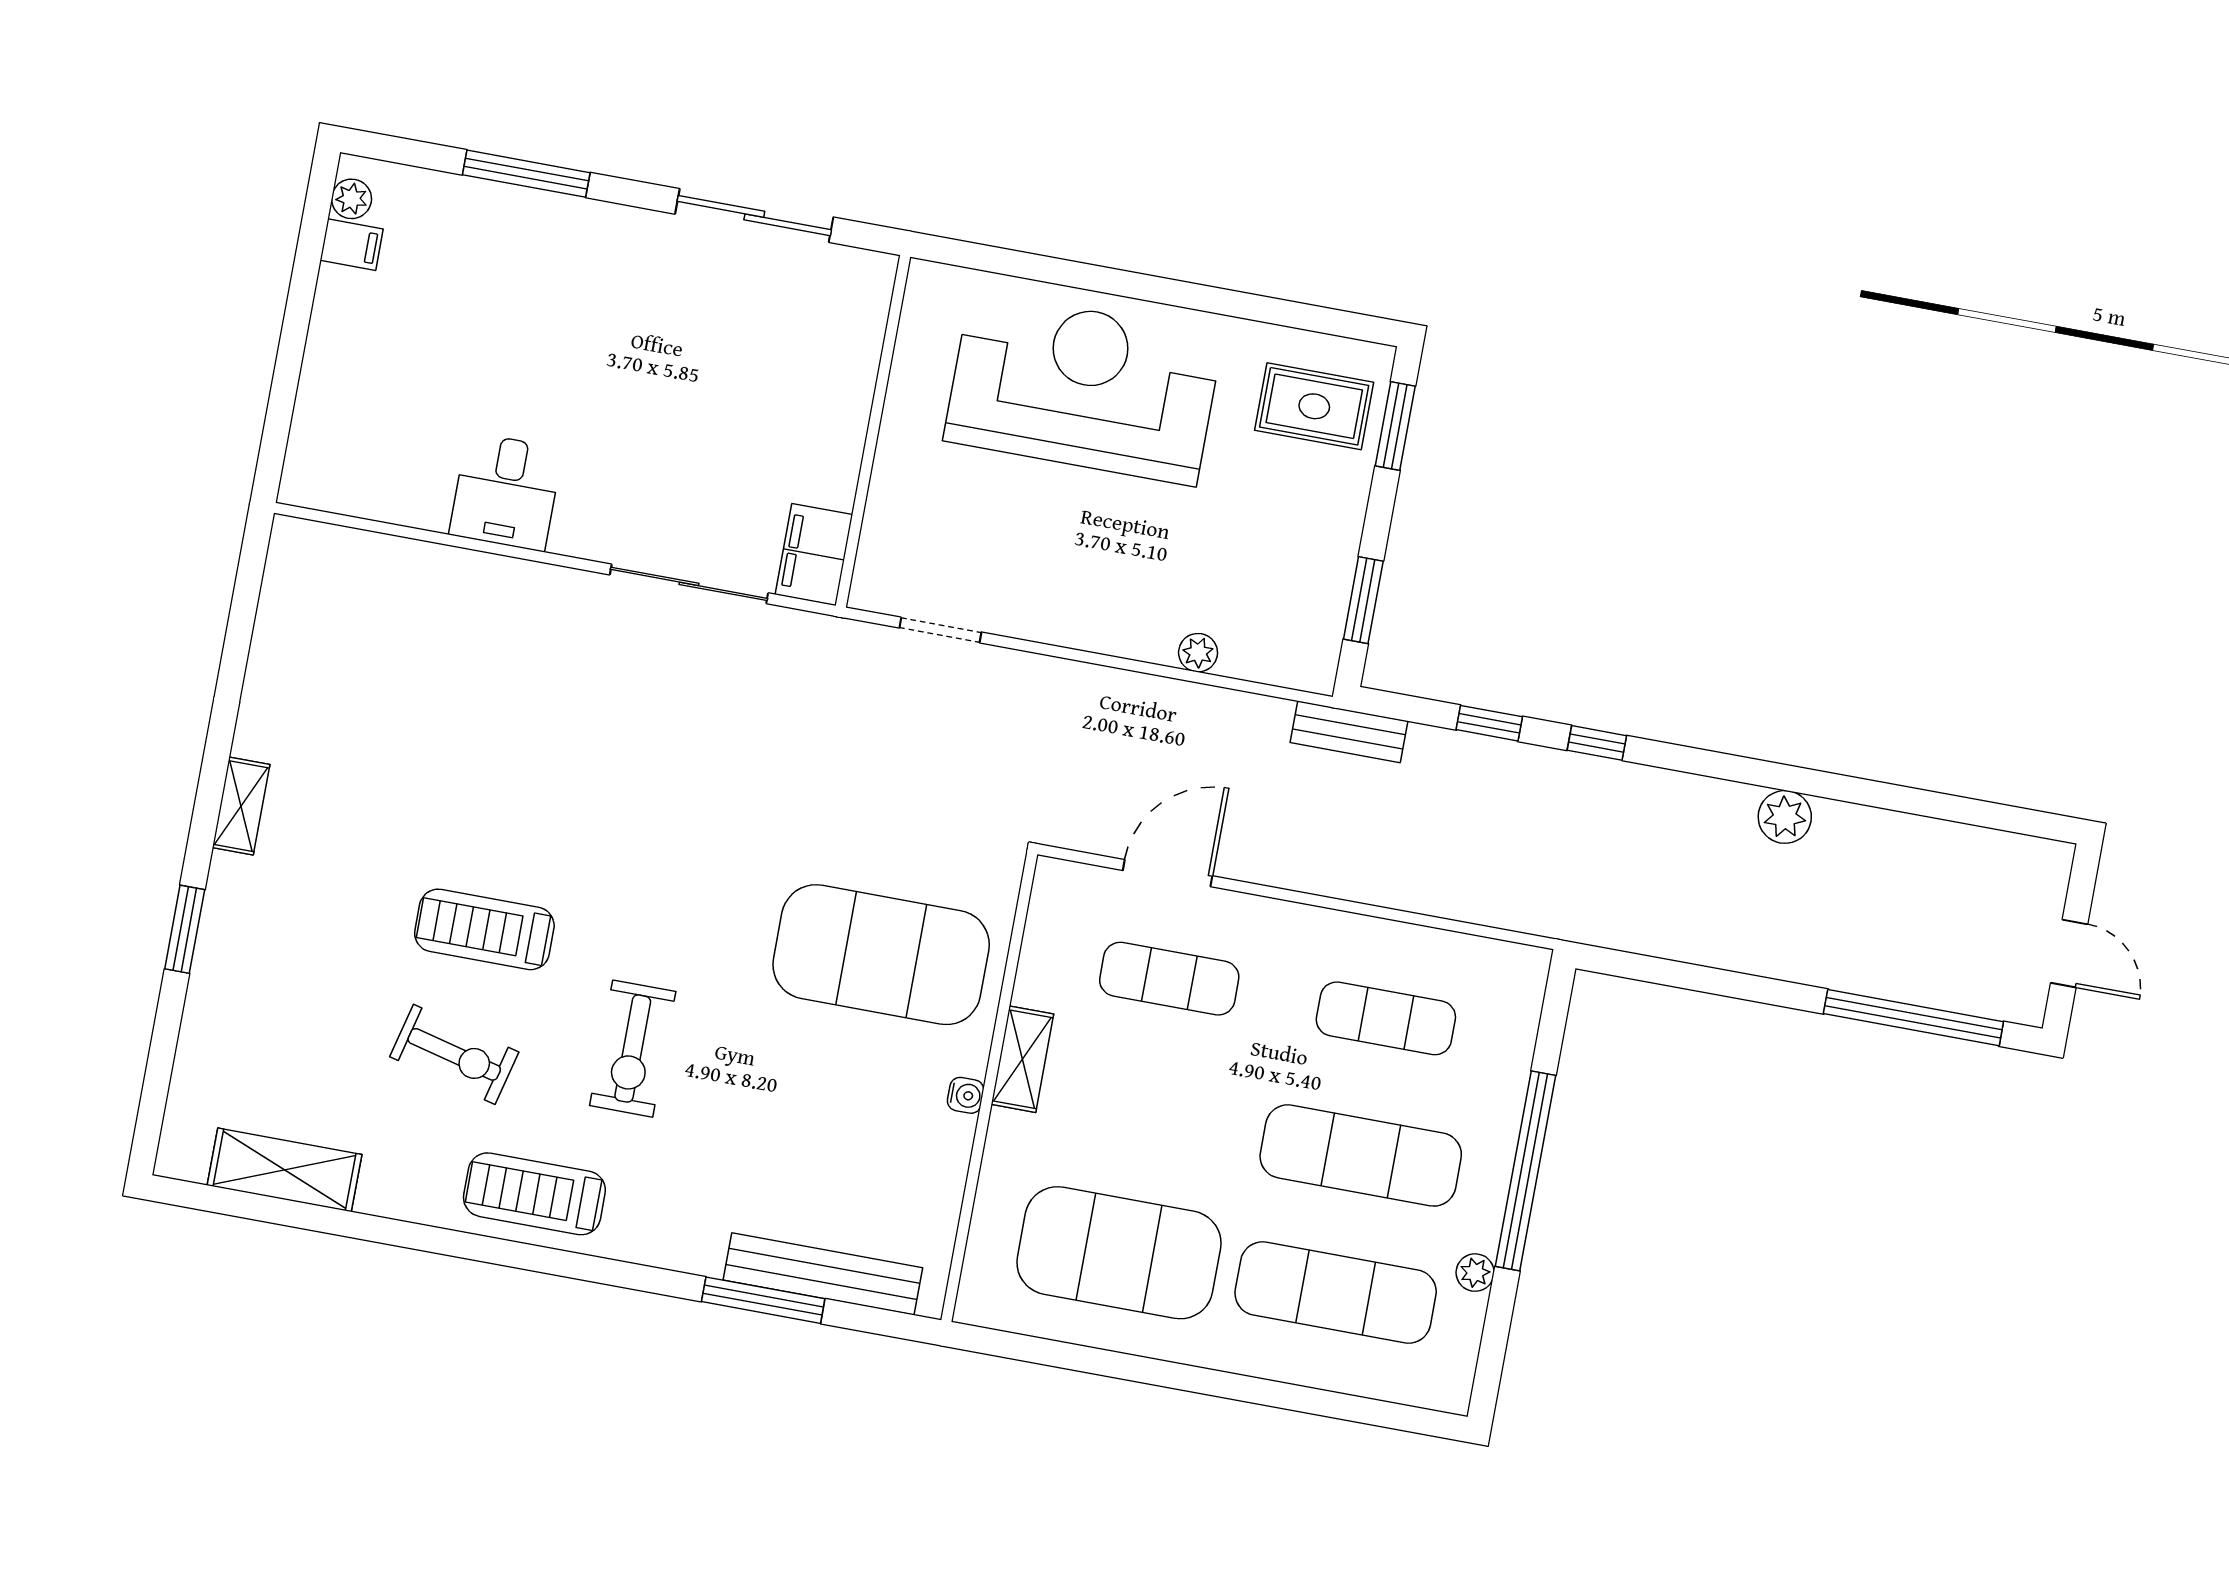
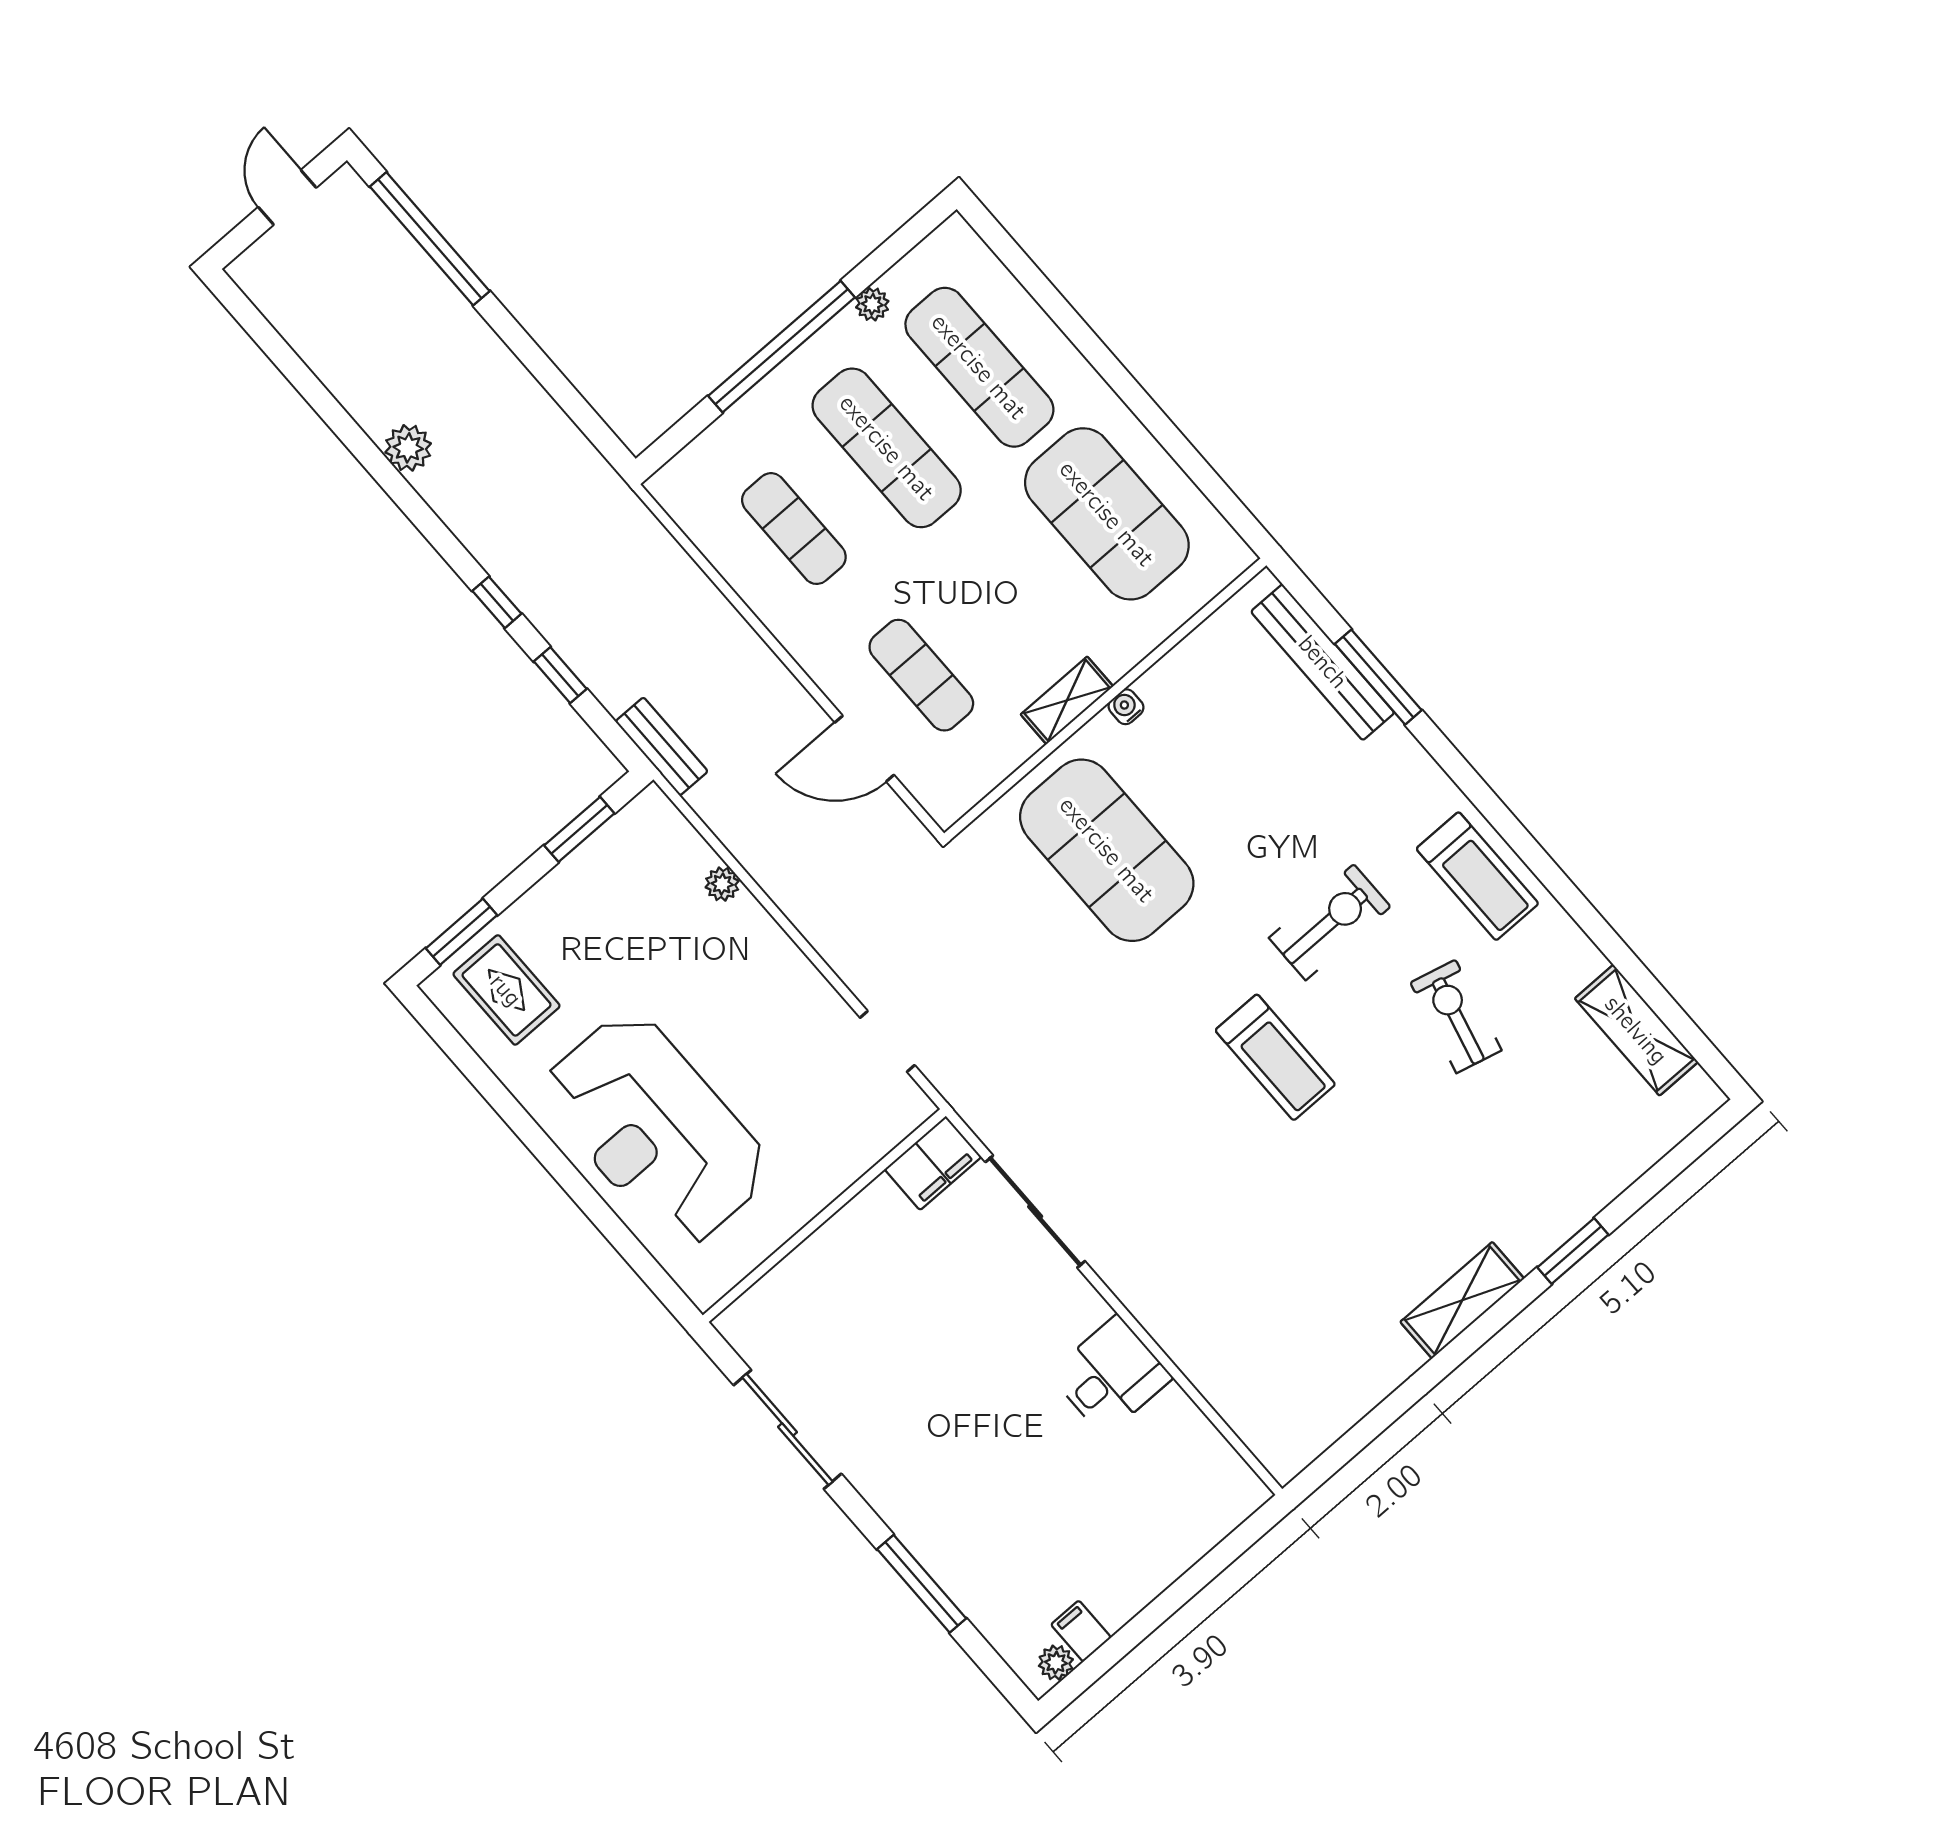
shelving: (241, 806) -> (1462, 1300), width x1.50, depth x1.33
treadmill: (484, 929) -> (1275, 1057), moved

